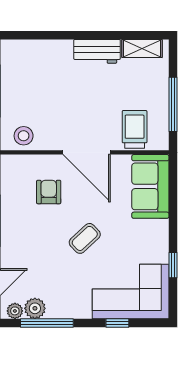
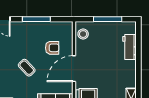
workbench: (97, 51) -> (129, 47), moved

